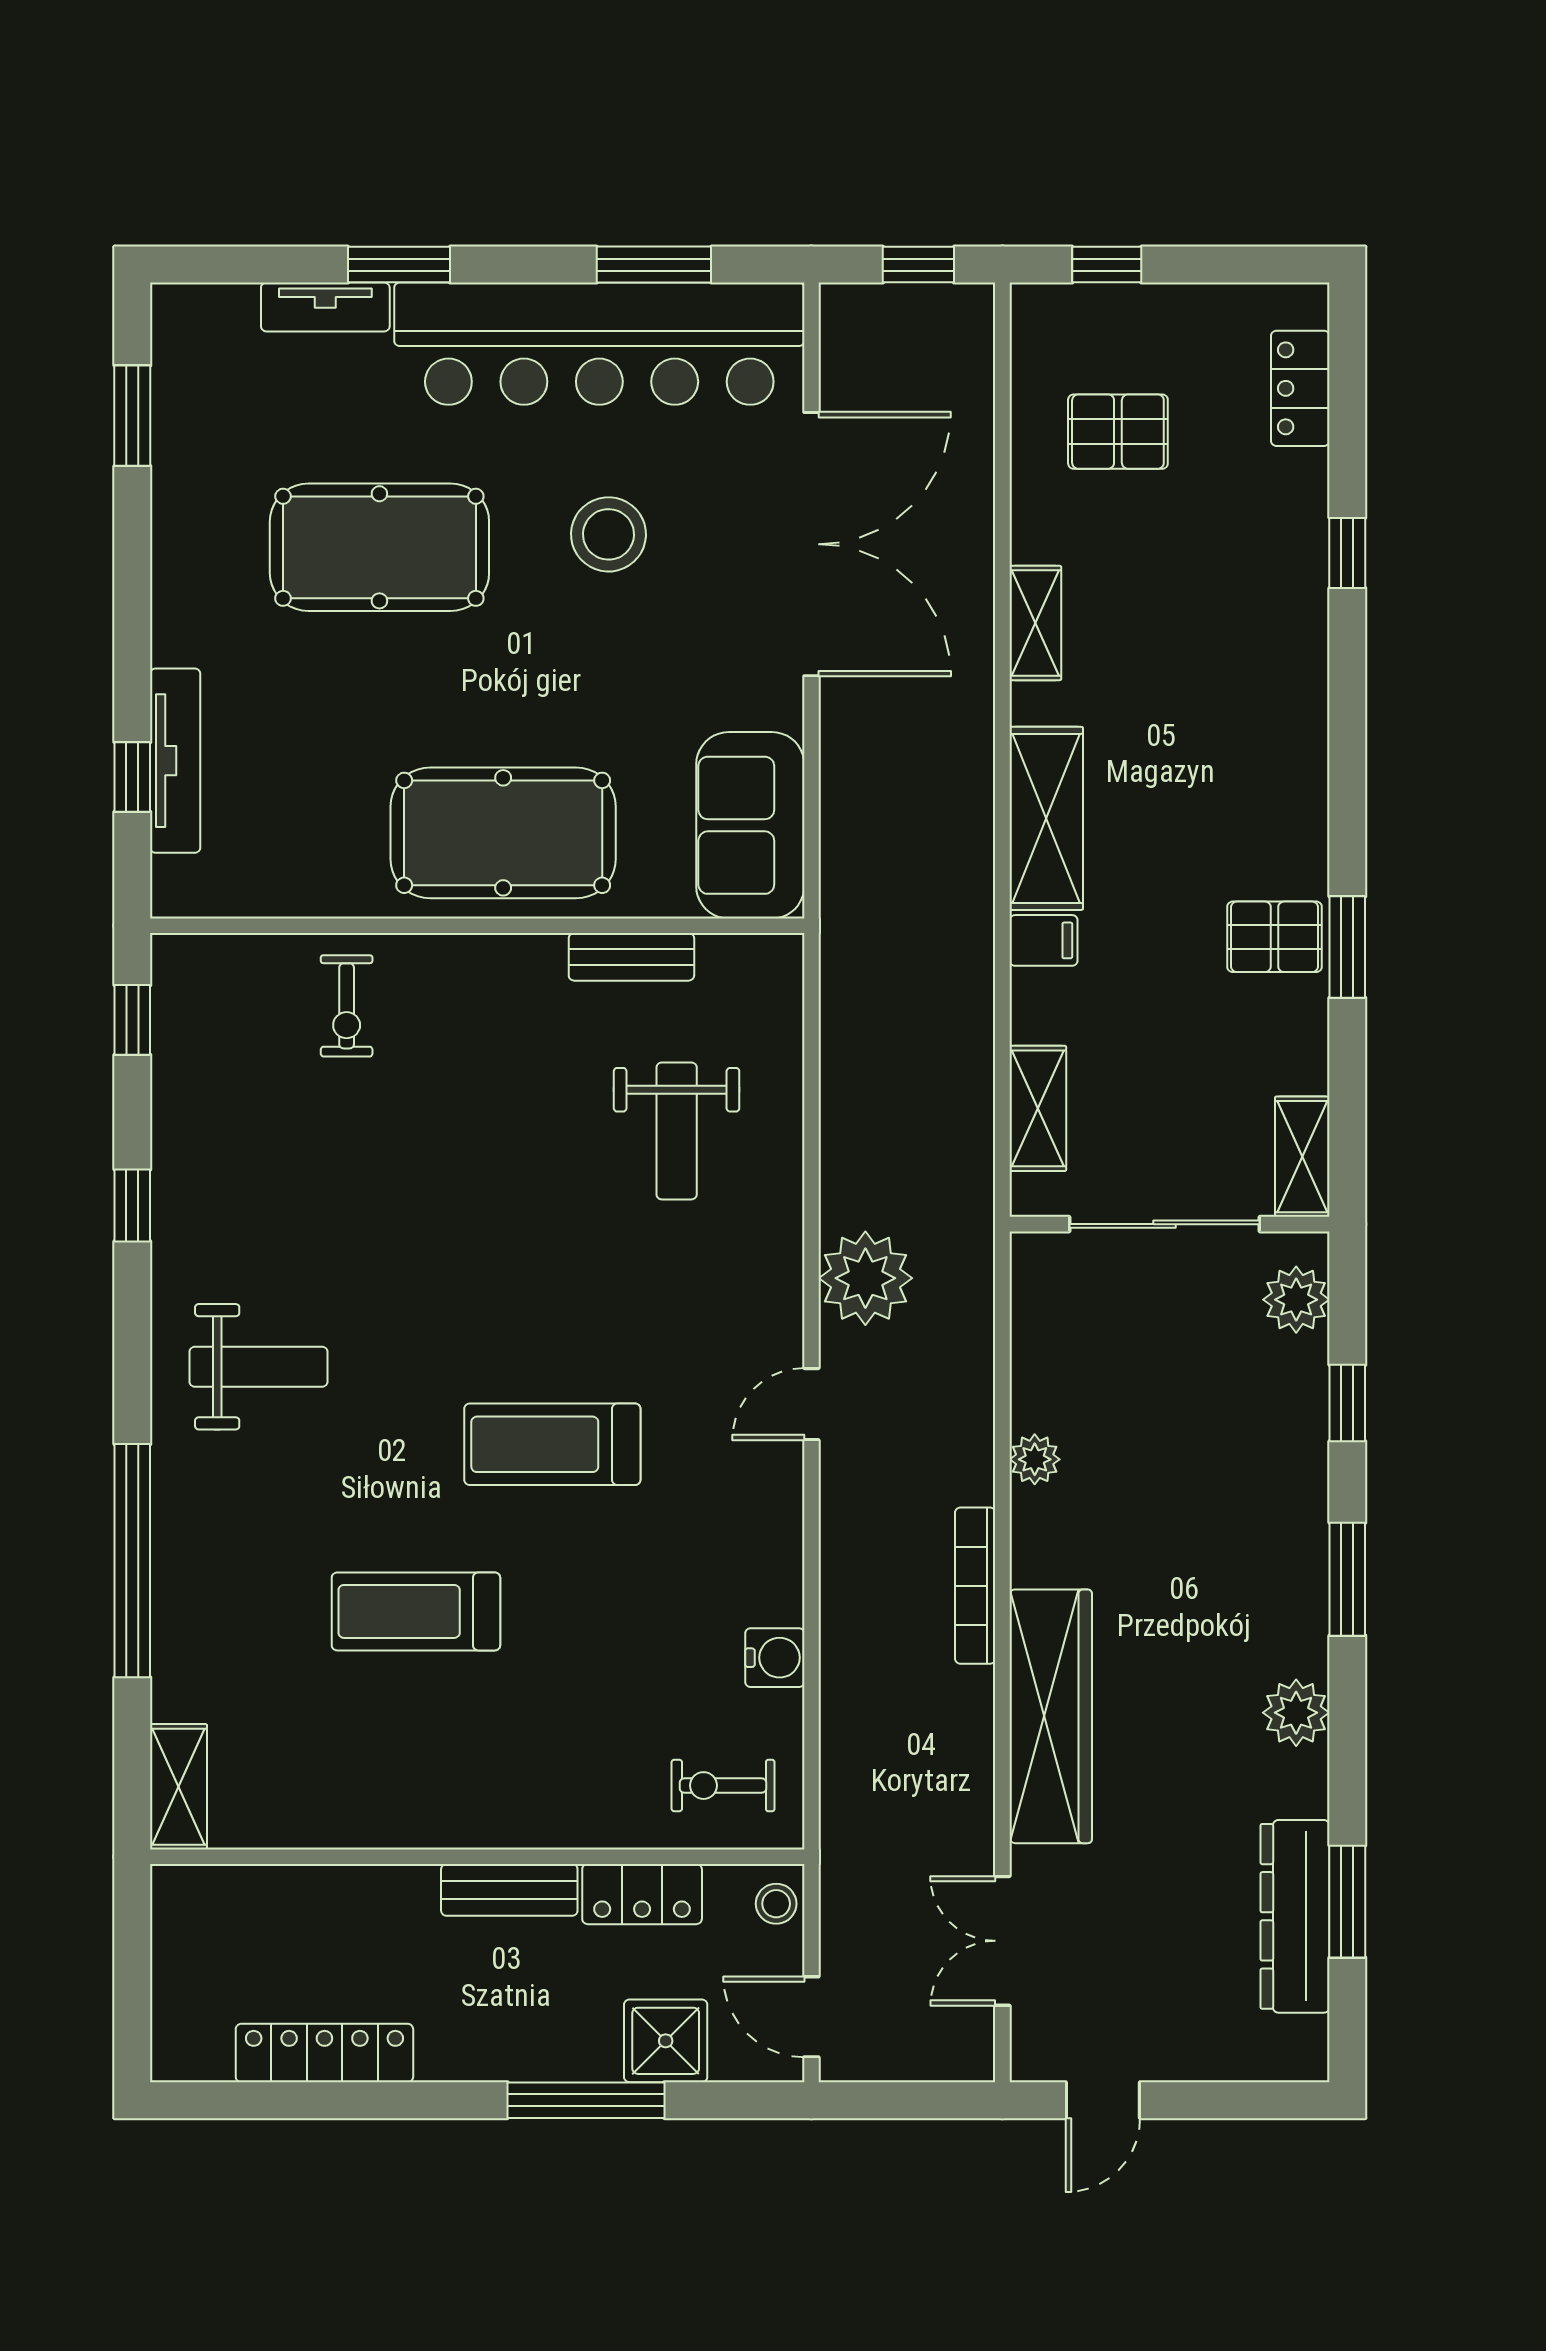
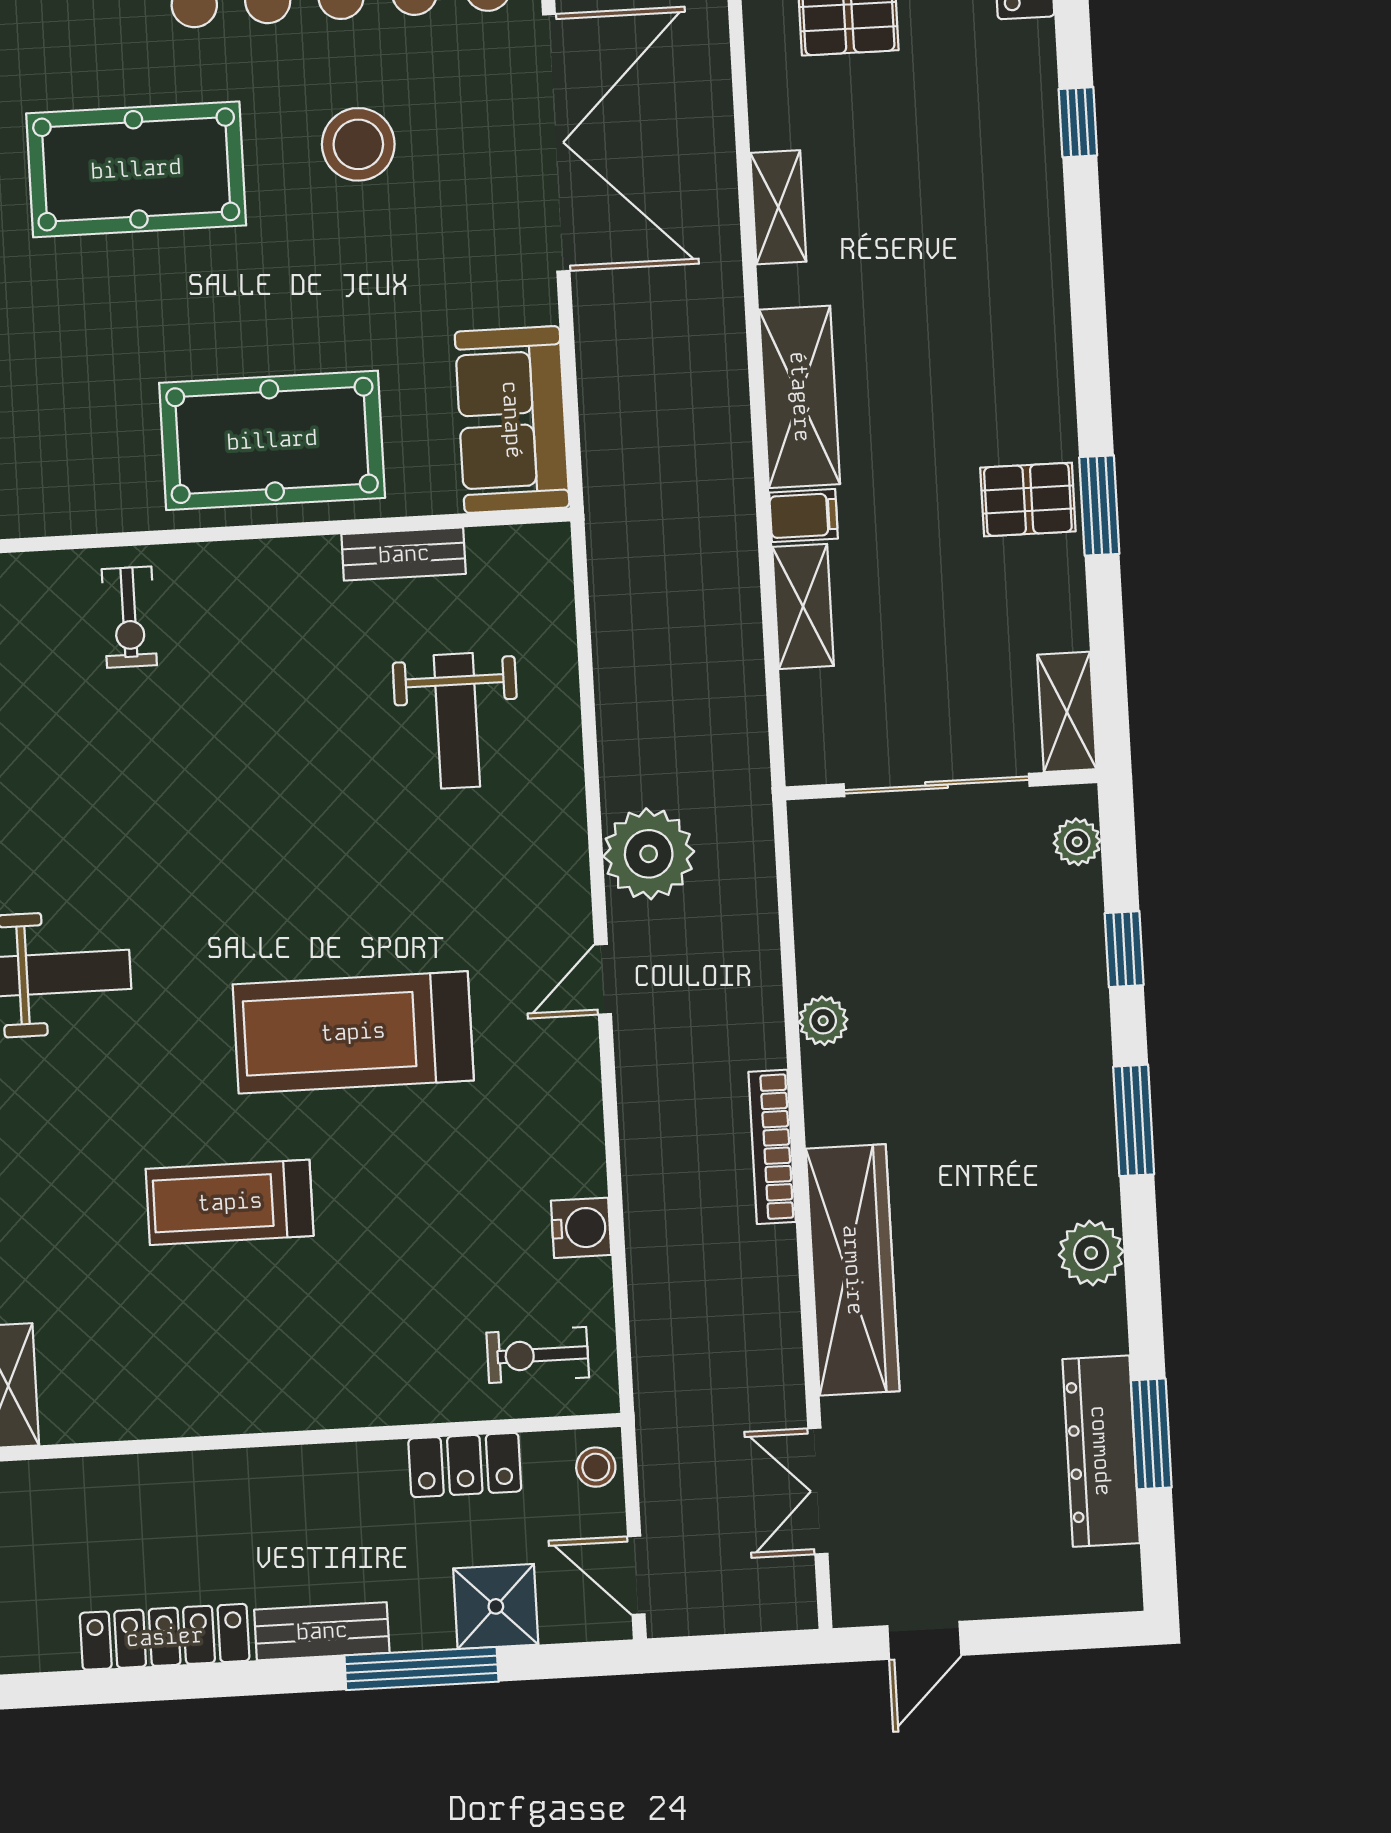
shelving: (1038, 1108) -> (803, 606), moved
plant: (1296, 1300) -> (1077, 842), width x0.73, depth x0.73
treadmill: (552, 1444) -> (353, 1032), width x1.37, depth x1.38
bench: (509, 1890) -> (322, 1631), moved

